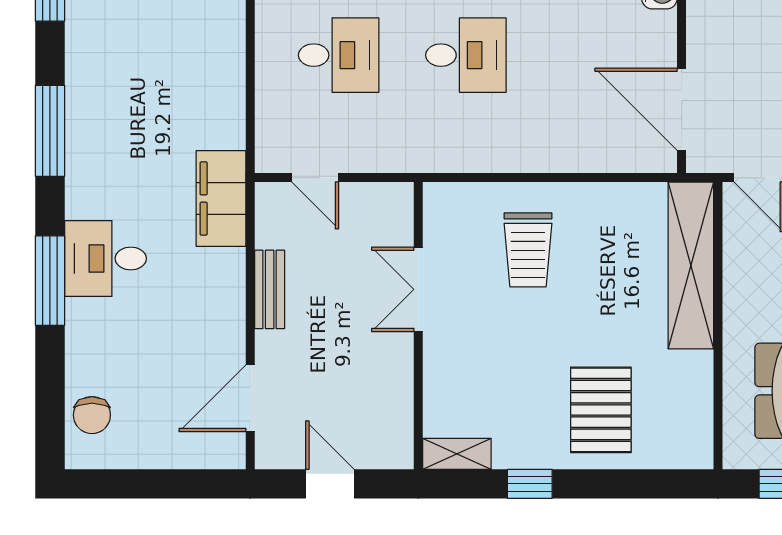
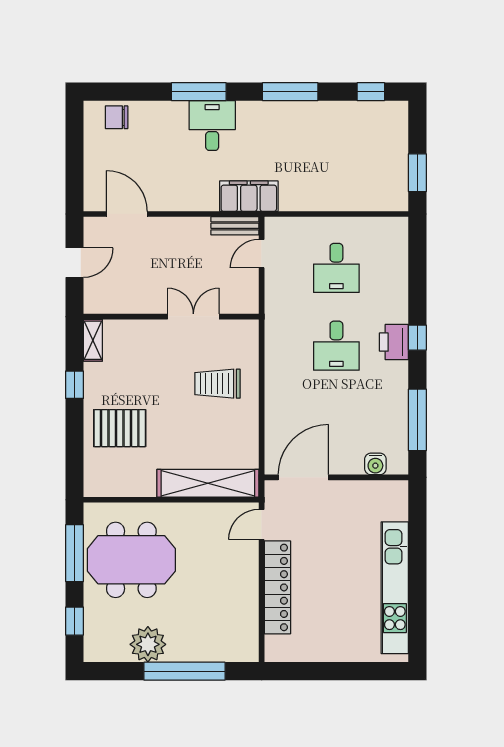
bench: (270, 289) -> (235, 226), moved

